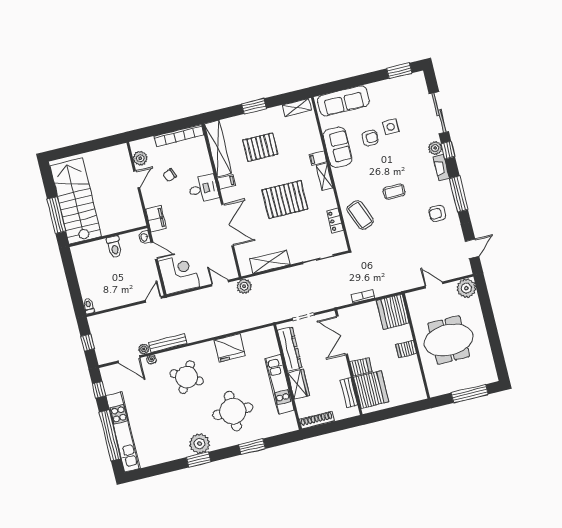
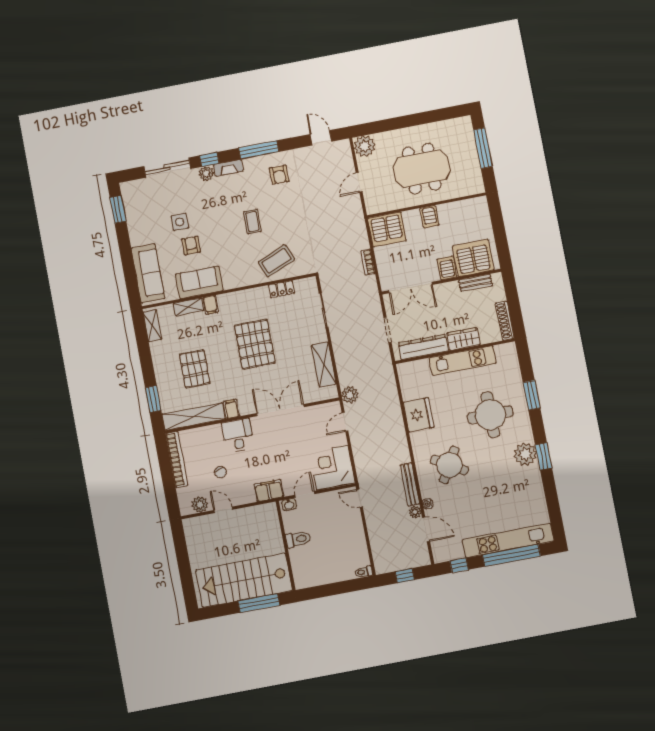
window: (254, 106) -> (153, 399), moved
shelving: (324, 177) -> (189, 307), moved
meeting table: (449, 340) -> (422, 169), turned 90
door: (129, 359) -> (426, 529), hinge flipped

